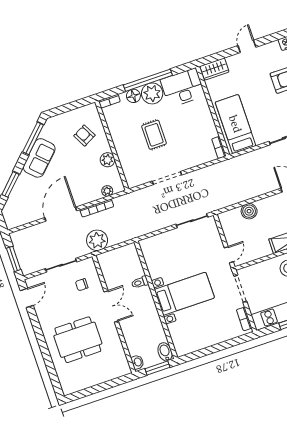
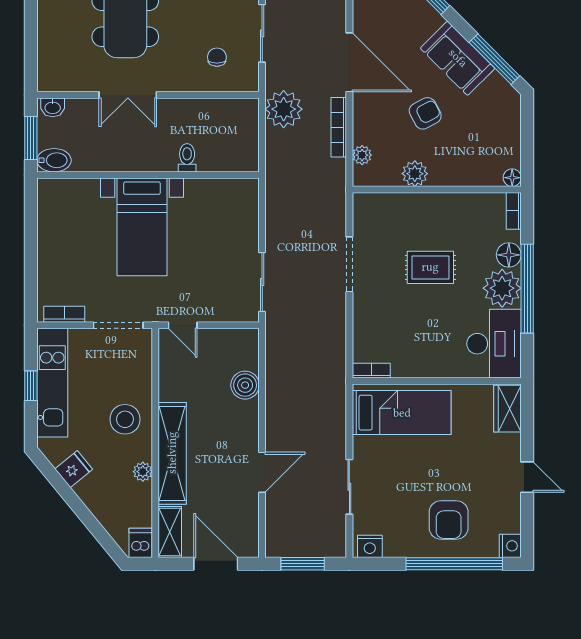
floor lamp: (92, 108) -> (512, 178), added
armchair: (84, 136) -> (425, 113), moved
double door: (111, 306) -> (128, 95), moved

